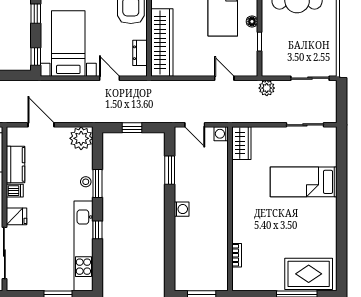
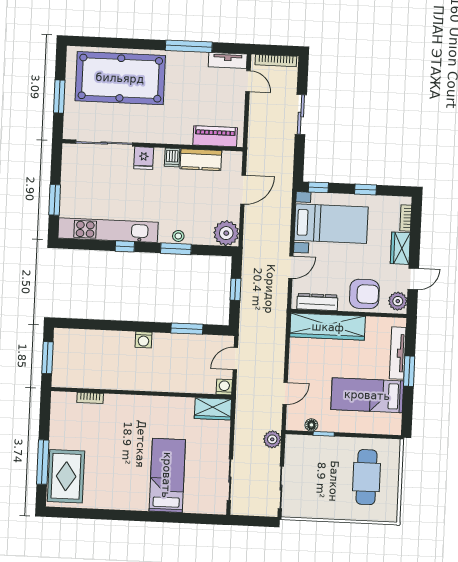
floor lamp: (252, 21) -> (311, 425), moved
dresser: (140, 53) -> (317, 302), width x1.44

